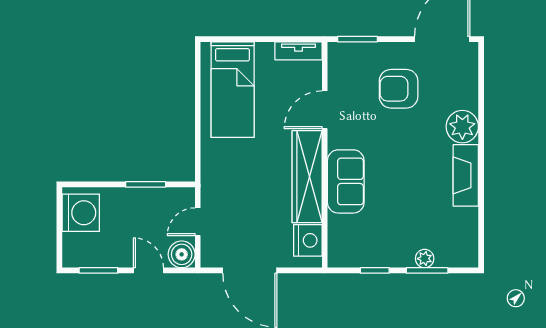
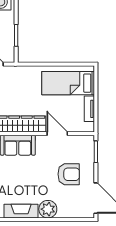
tv unit: (298, 51) -> (89, 109), moved
armchair: (399, 89) -> (69, 174), turned 90

